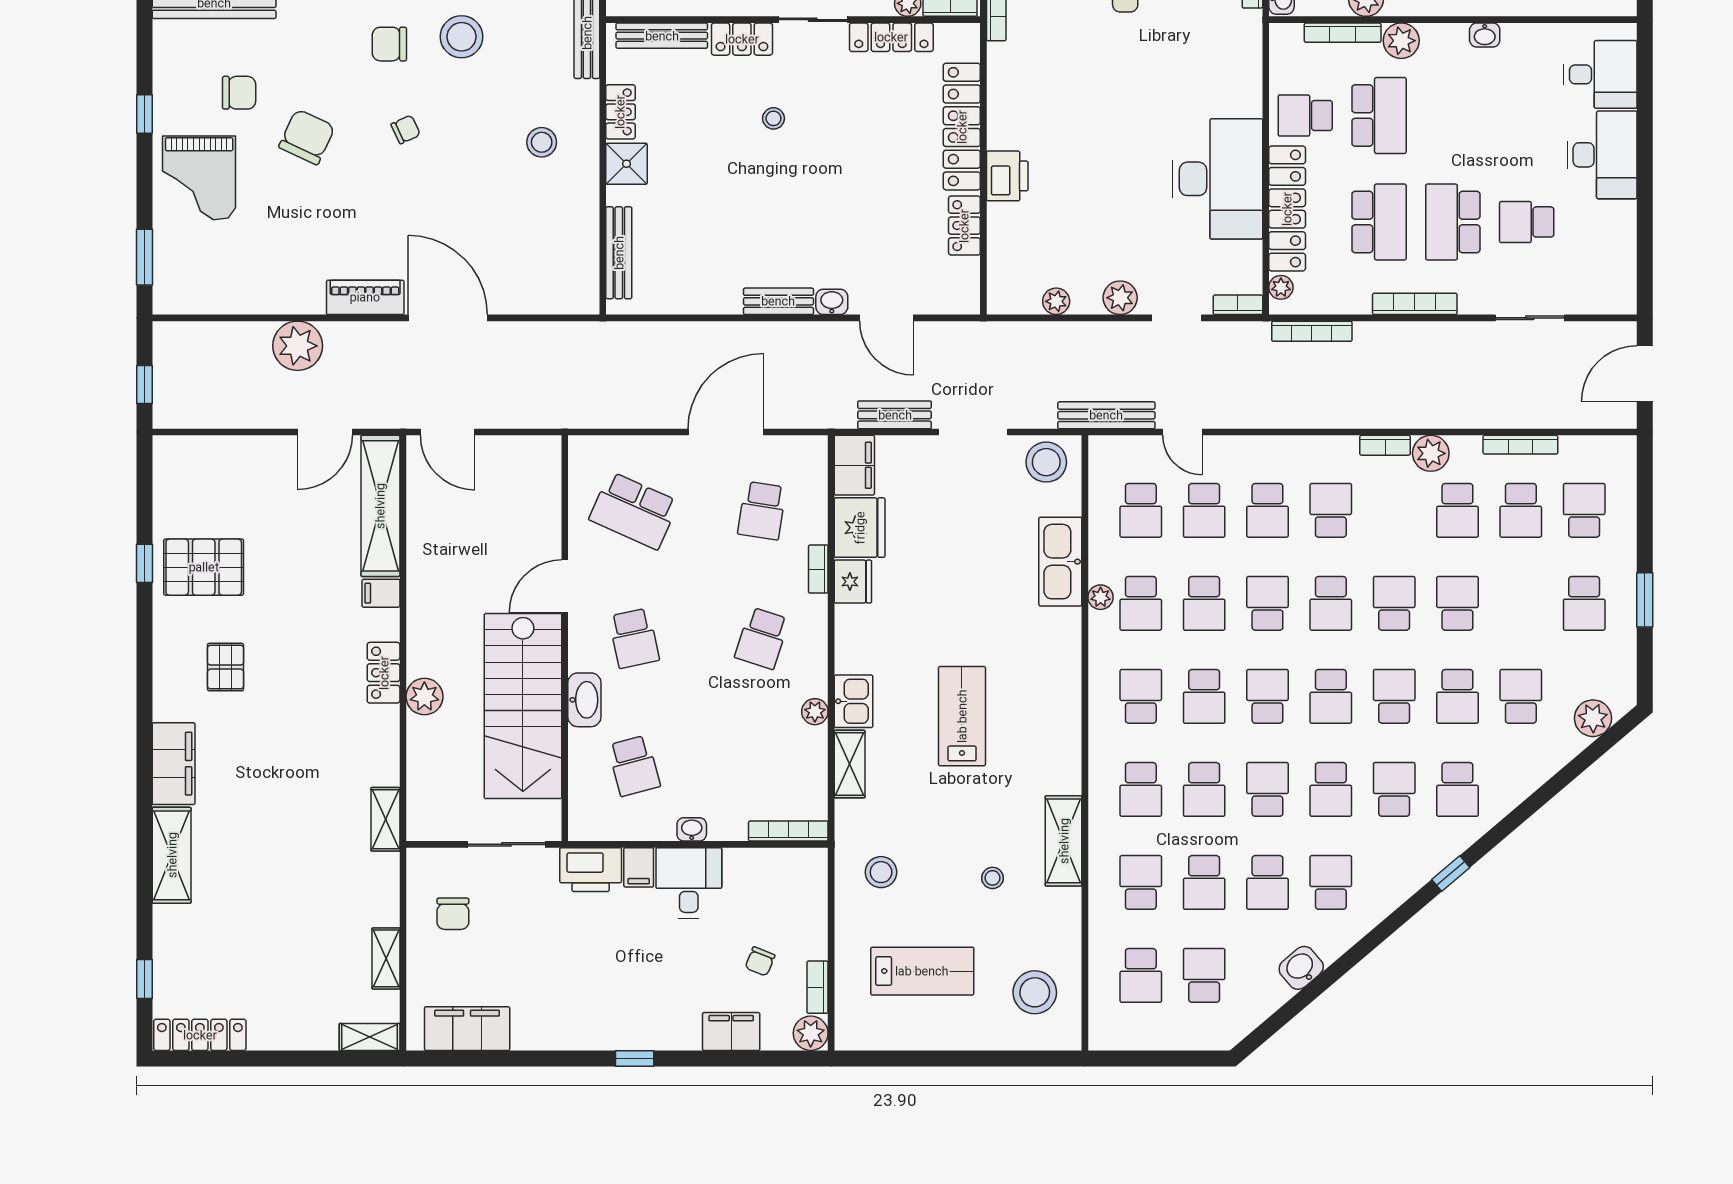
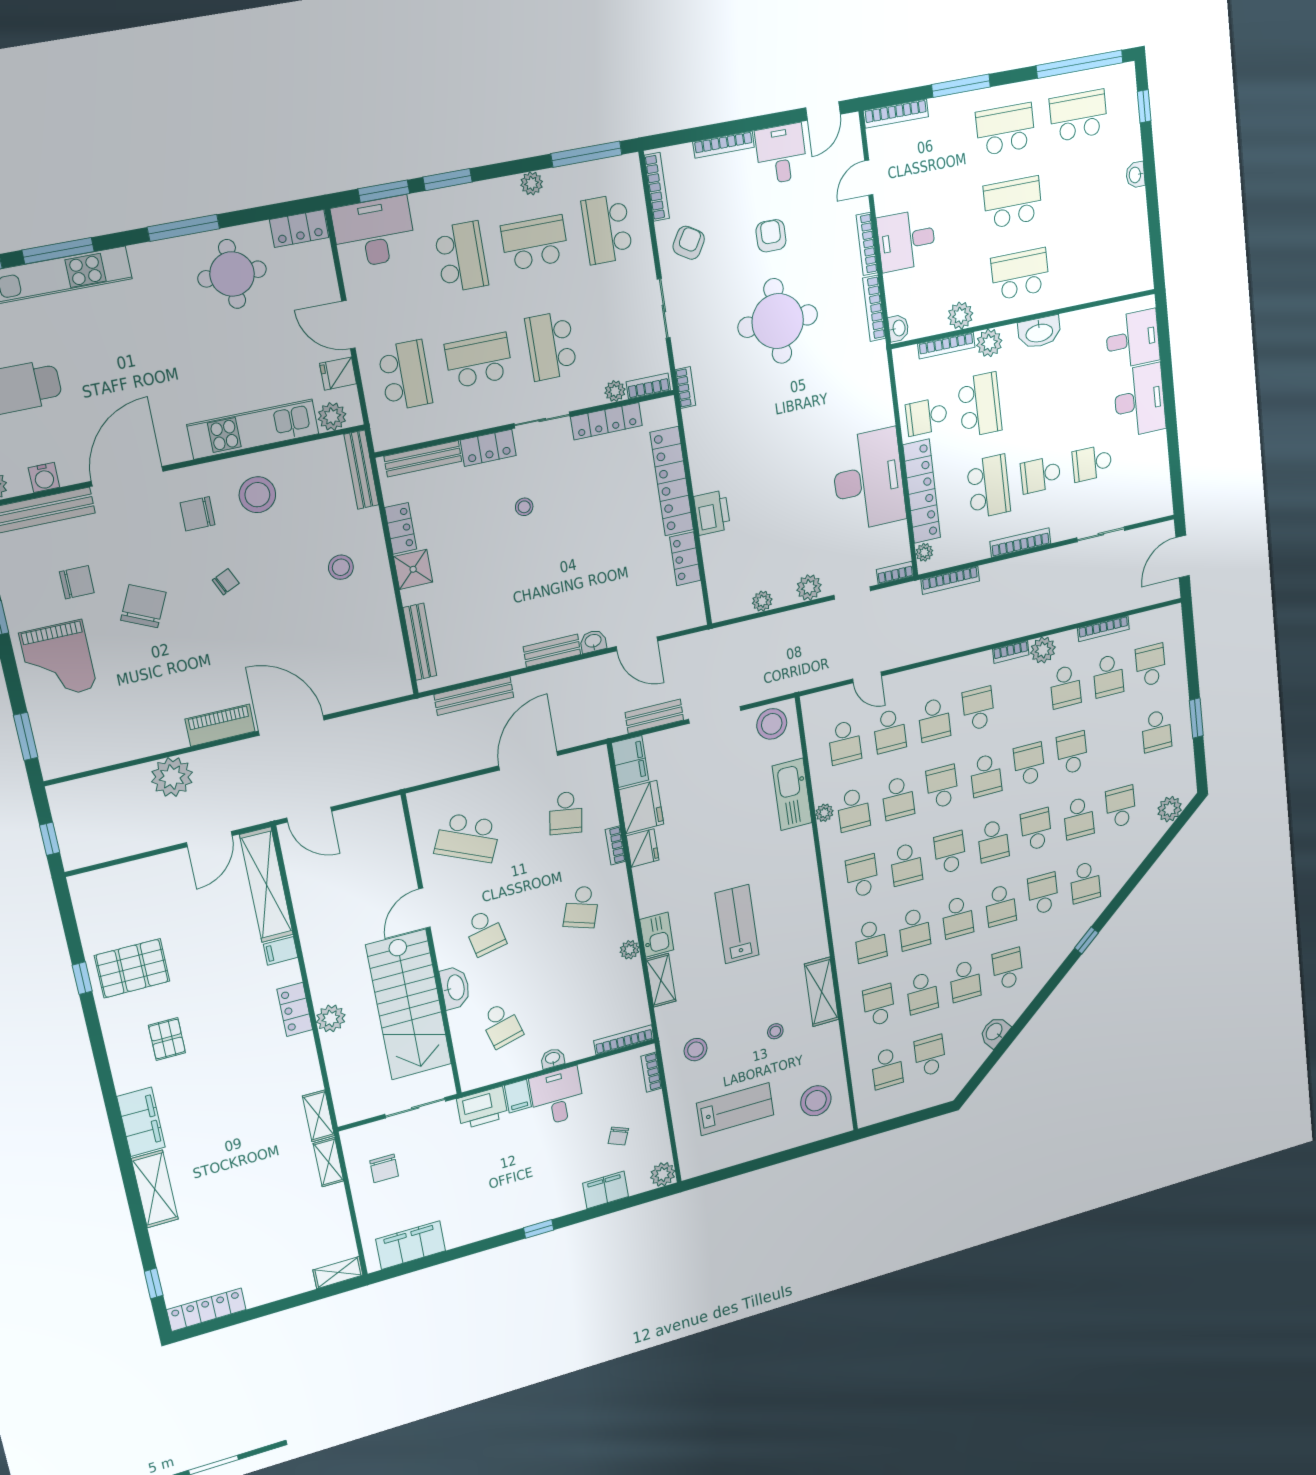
washbasin: (1485, 35) -> (1039, 332), width x1.91, depth x1.45
school desk: (1453, 222) -> (1041, 475), width x0.54
bench: (1106, 415) -> (474, 696), moved
school desk: (1267, 789) -> (958, 917), turned 180
shelving: (386, 958) -> (328, 1162), moved
bookcase: (817, 987) -> (651, 1072), moved

